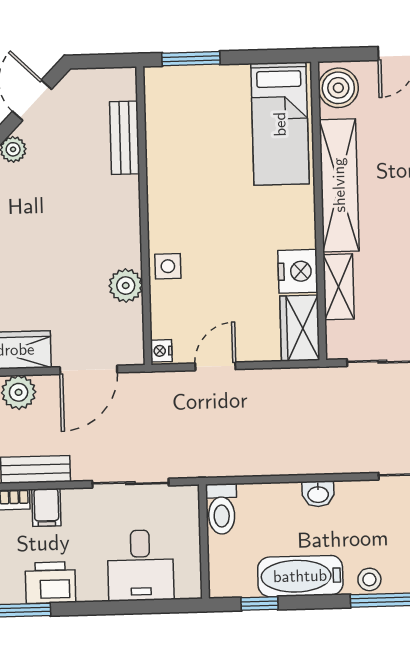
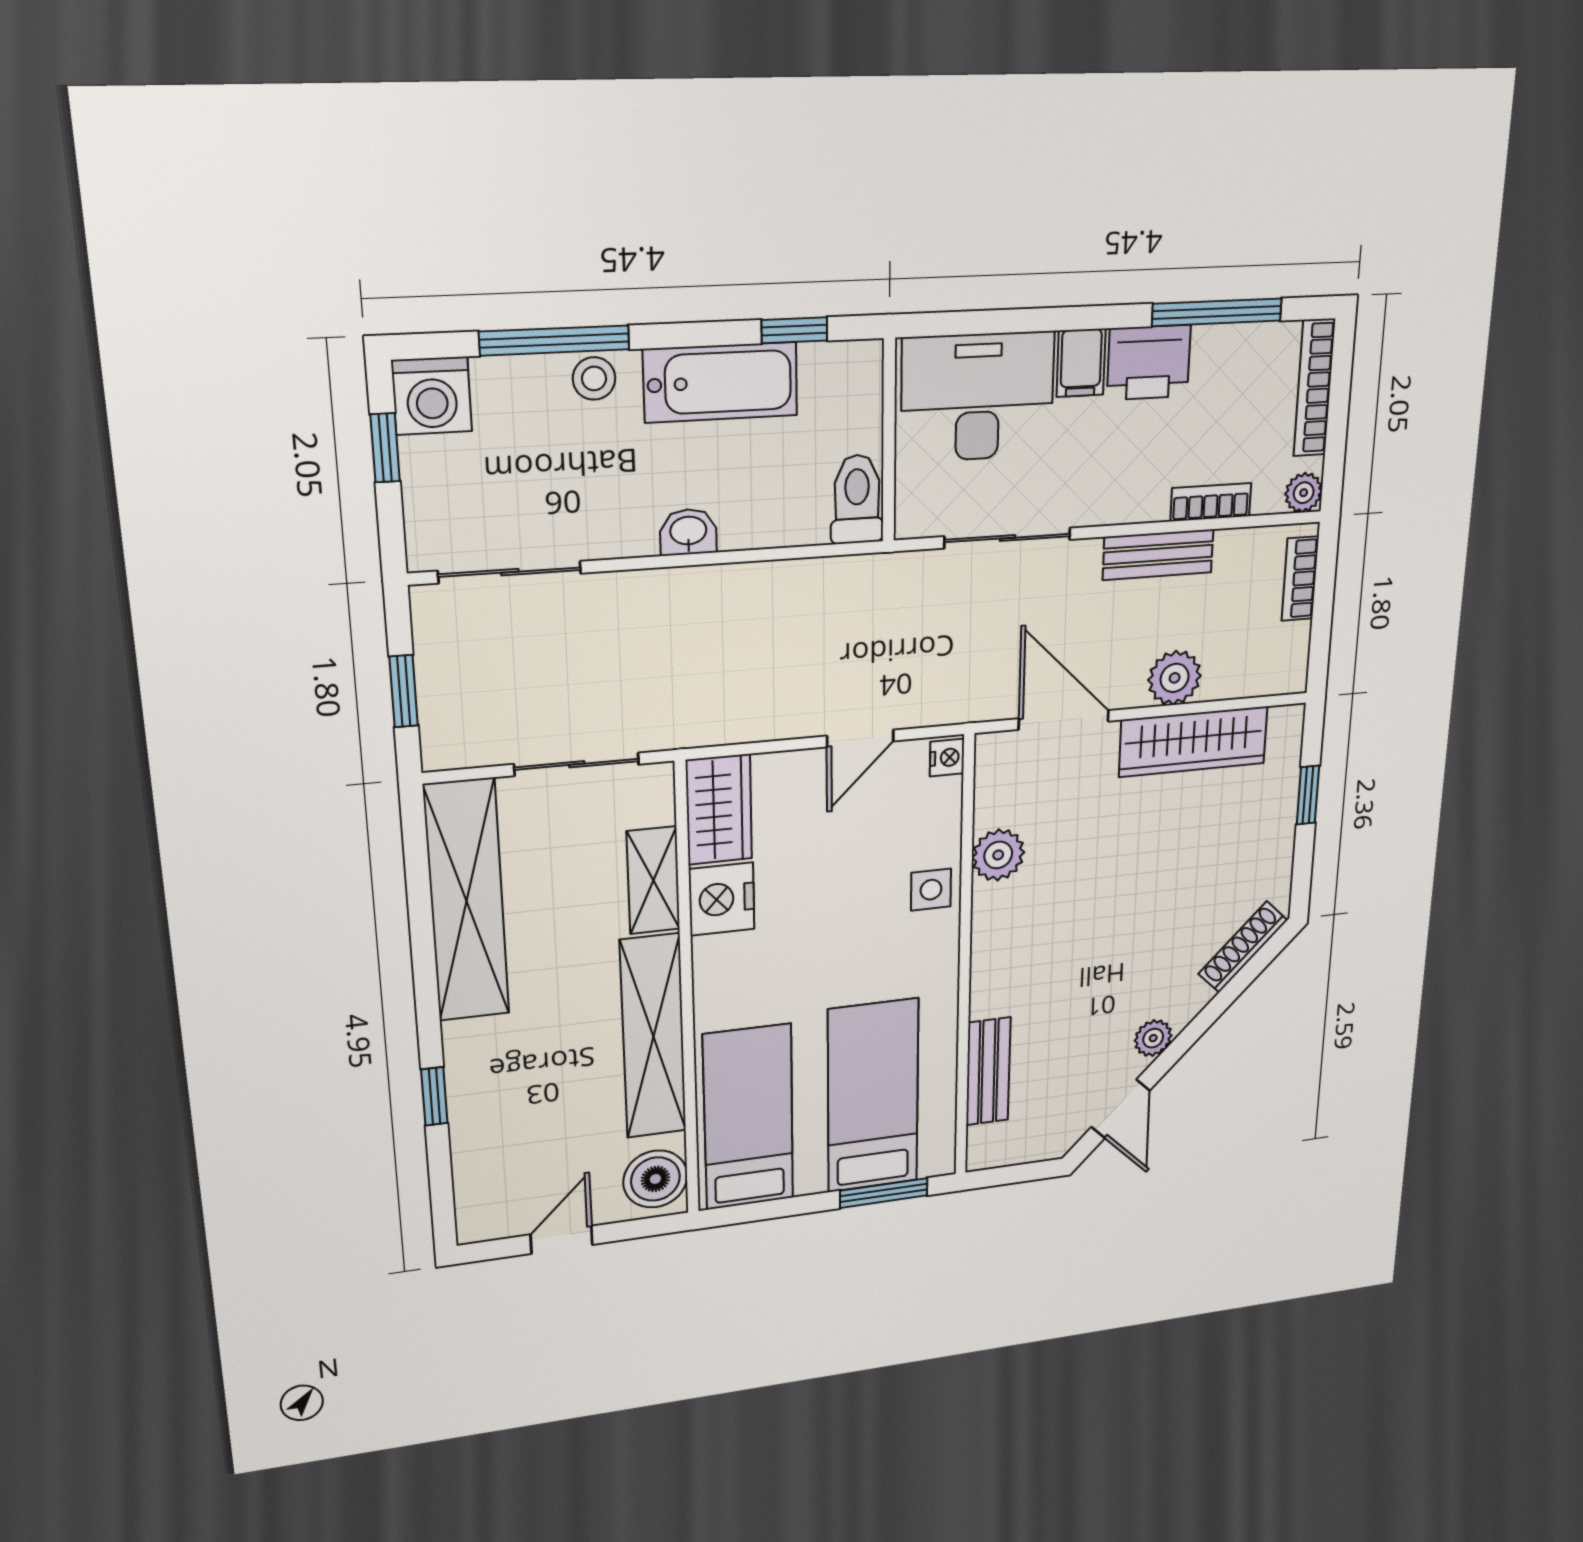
bed: (200, 129) -> (873, 1096), added
door: (89, 370) -> (1064, 720), hinge flipped
filing cabinet: (46, 507) -> (1081, 363), moved, turned 180
desk: (140, 565) -> (978, 397), width x1.37

